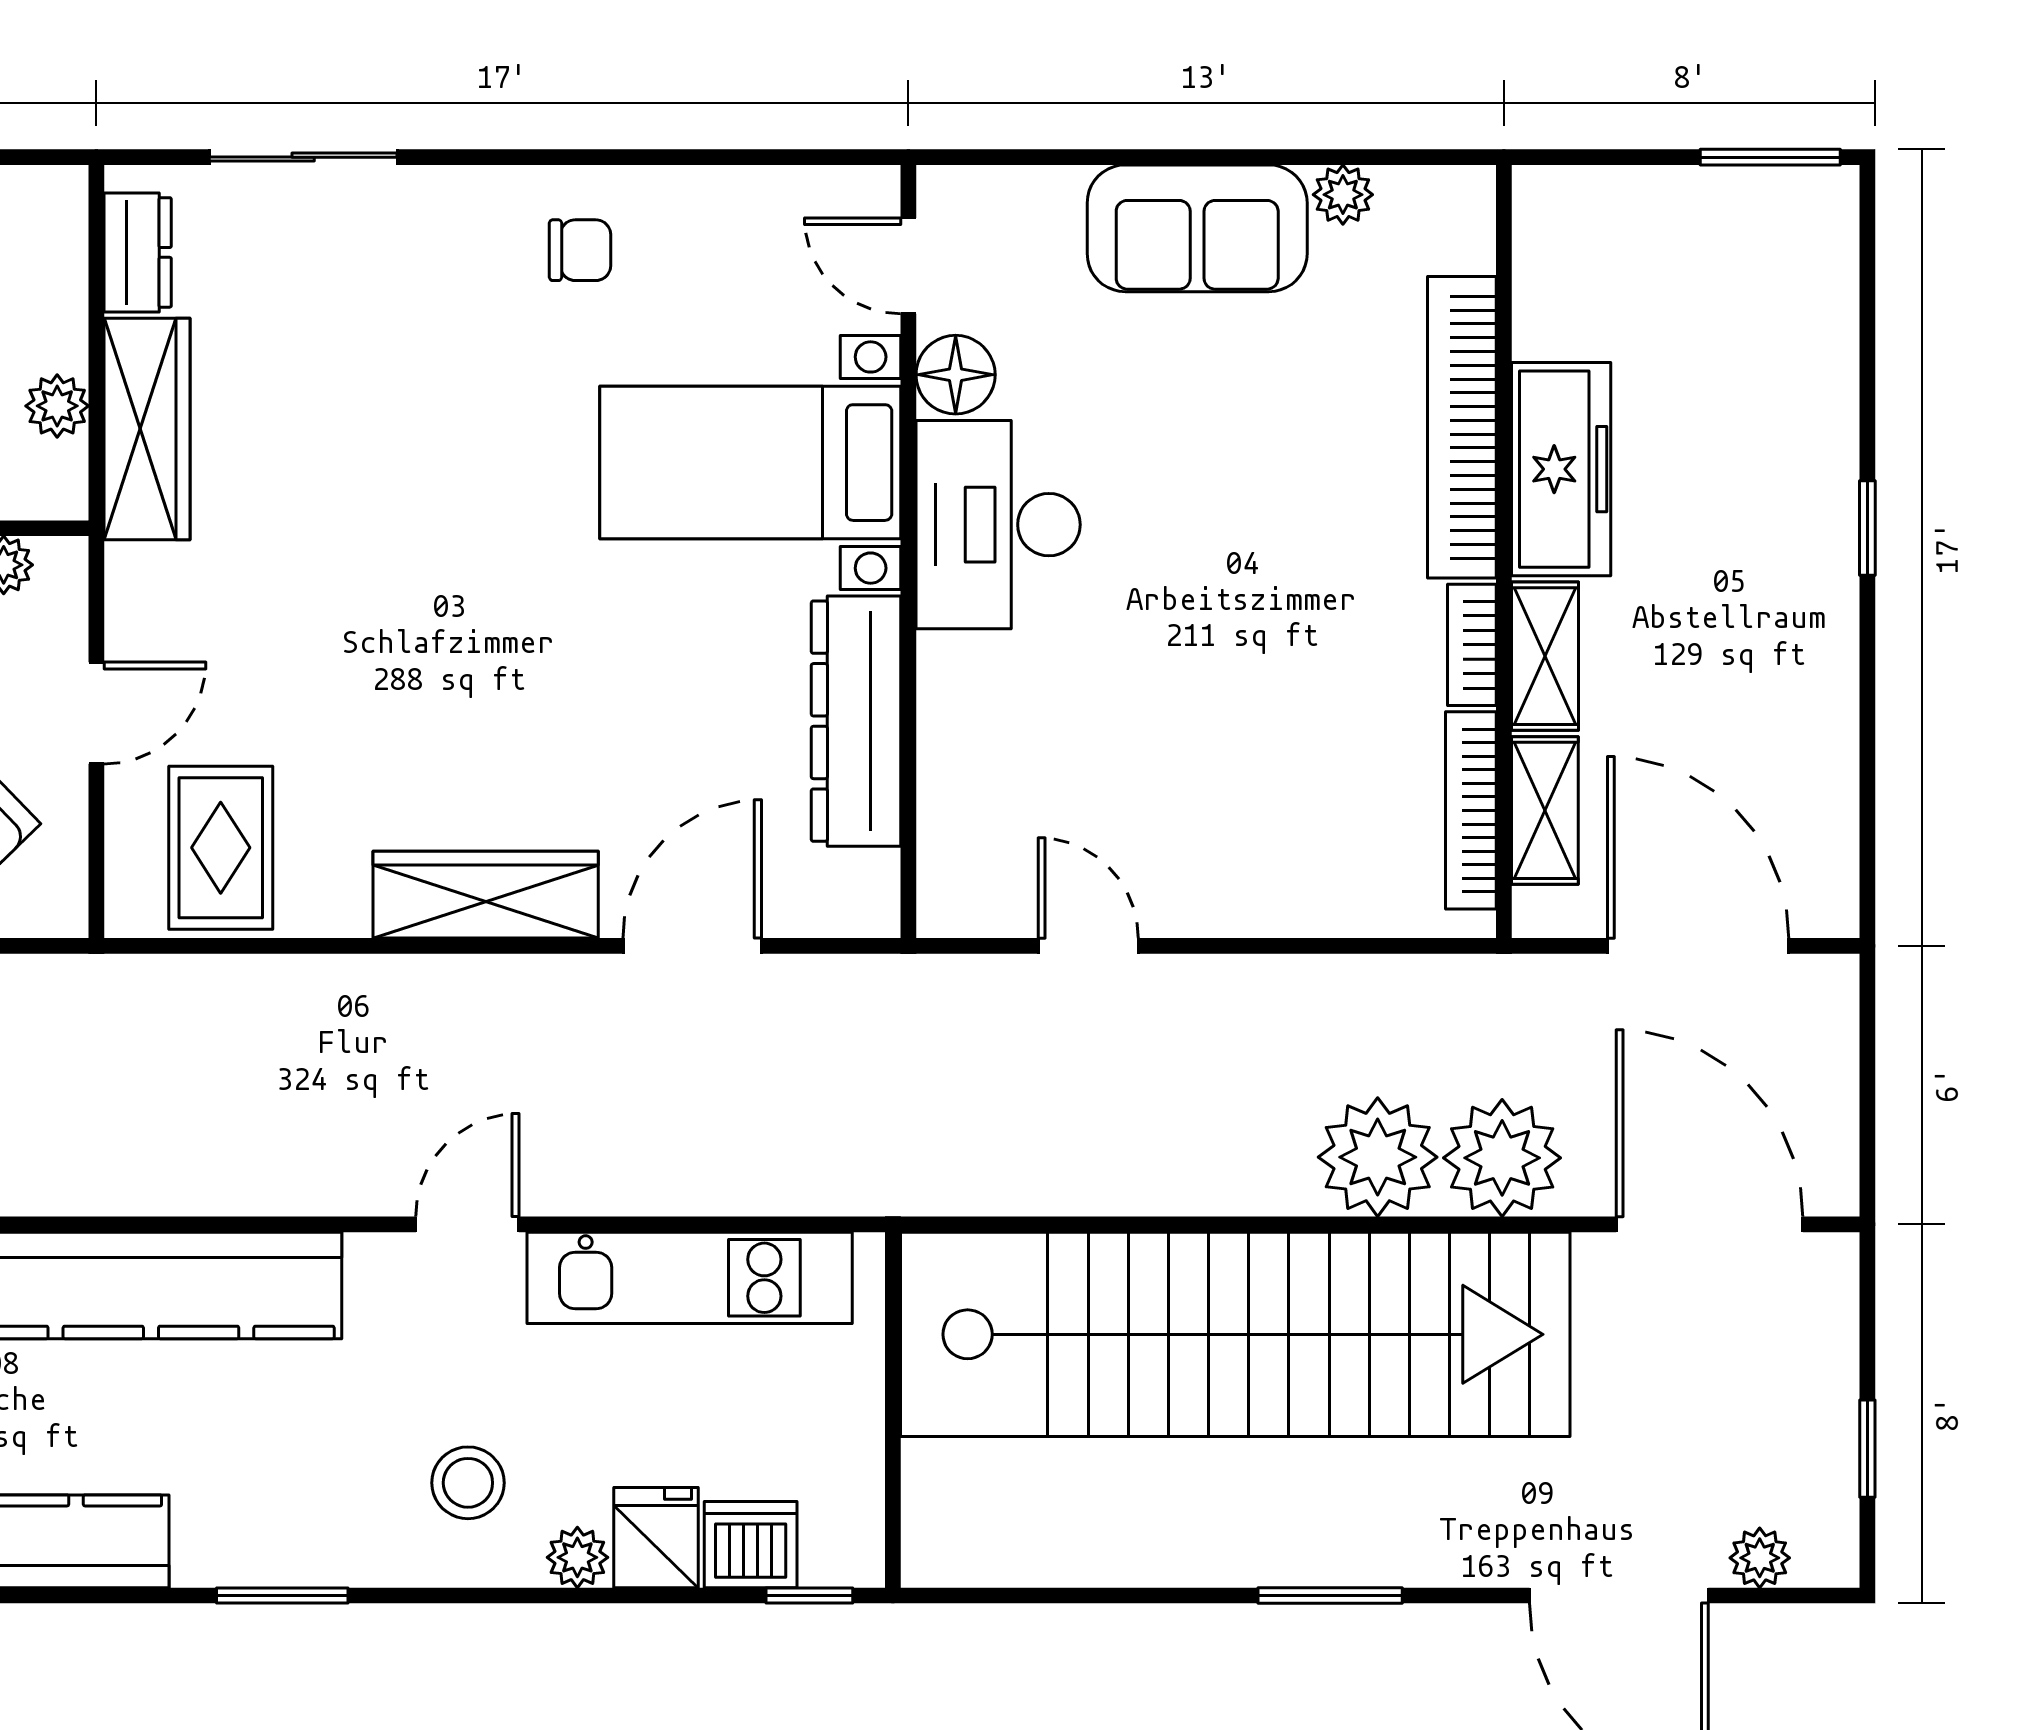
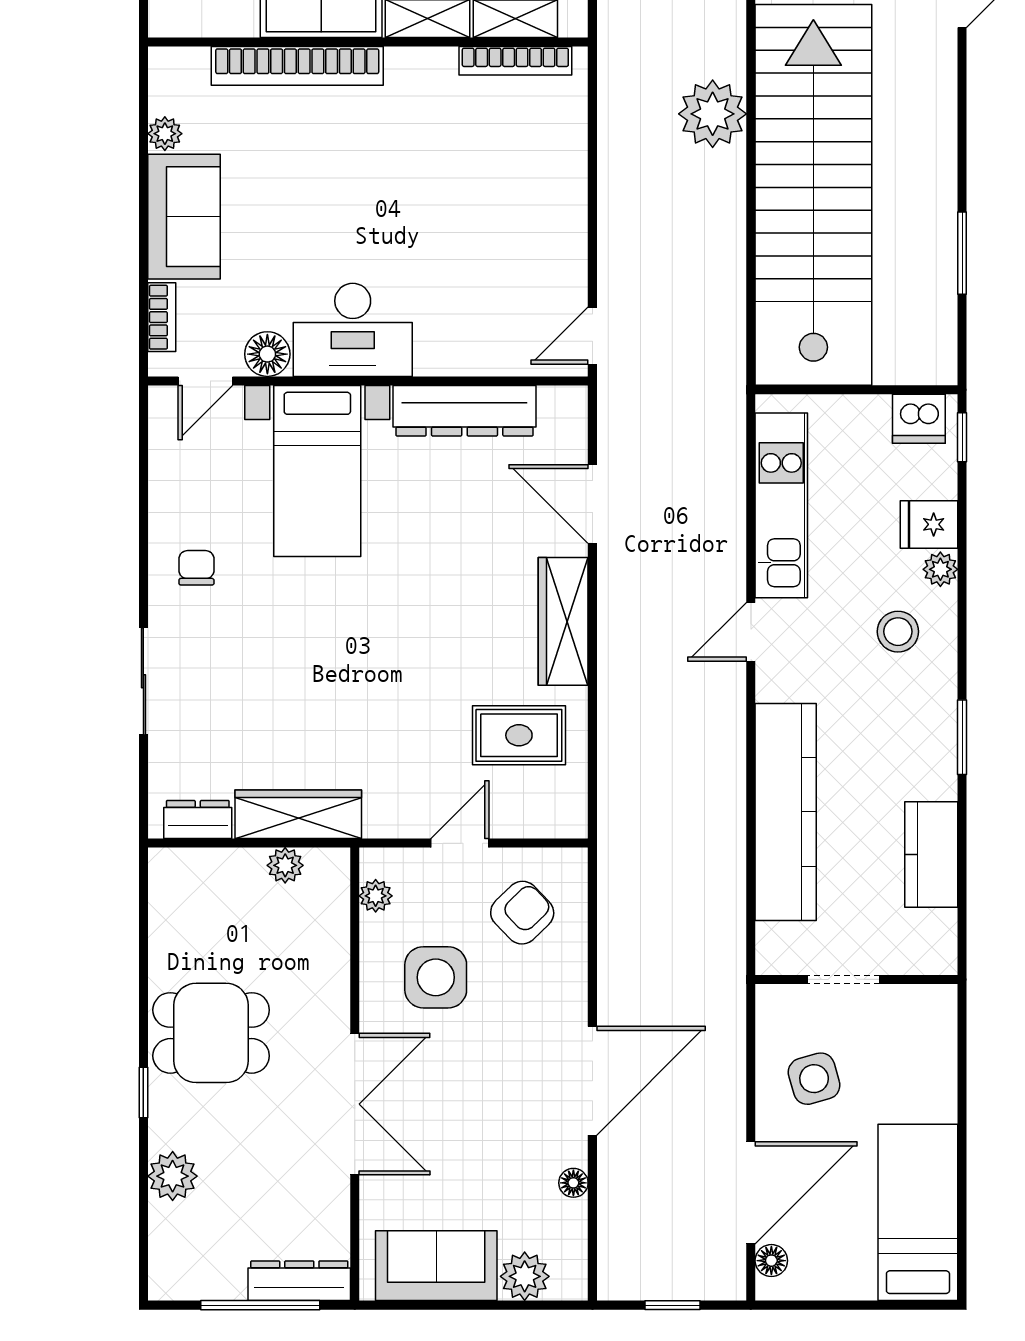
sliding door: (303, 157) -> (143, 681), moved
bookcase: (1472, 645) -> (162, 317), moved, turned -90
door: (96, 713) -> (460, 843), hinge flipped
rug: (221, 848) -> (519, 735), moved
door: (1088, 946) -> (592, 336), moved
plant: (1502, 1158) -> (713, 43), removed
door: (467, 1224) -> (751, 632), hinge flipped
dishwasher: (751, 1545) -> (919, 419), moved, turned -90
window: (1330, 1595) -> (962, 253), moved

